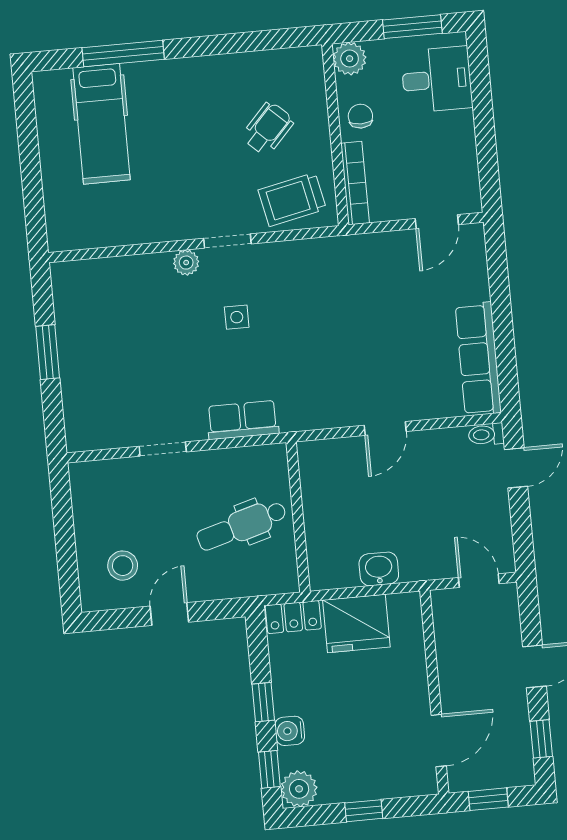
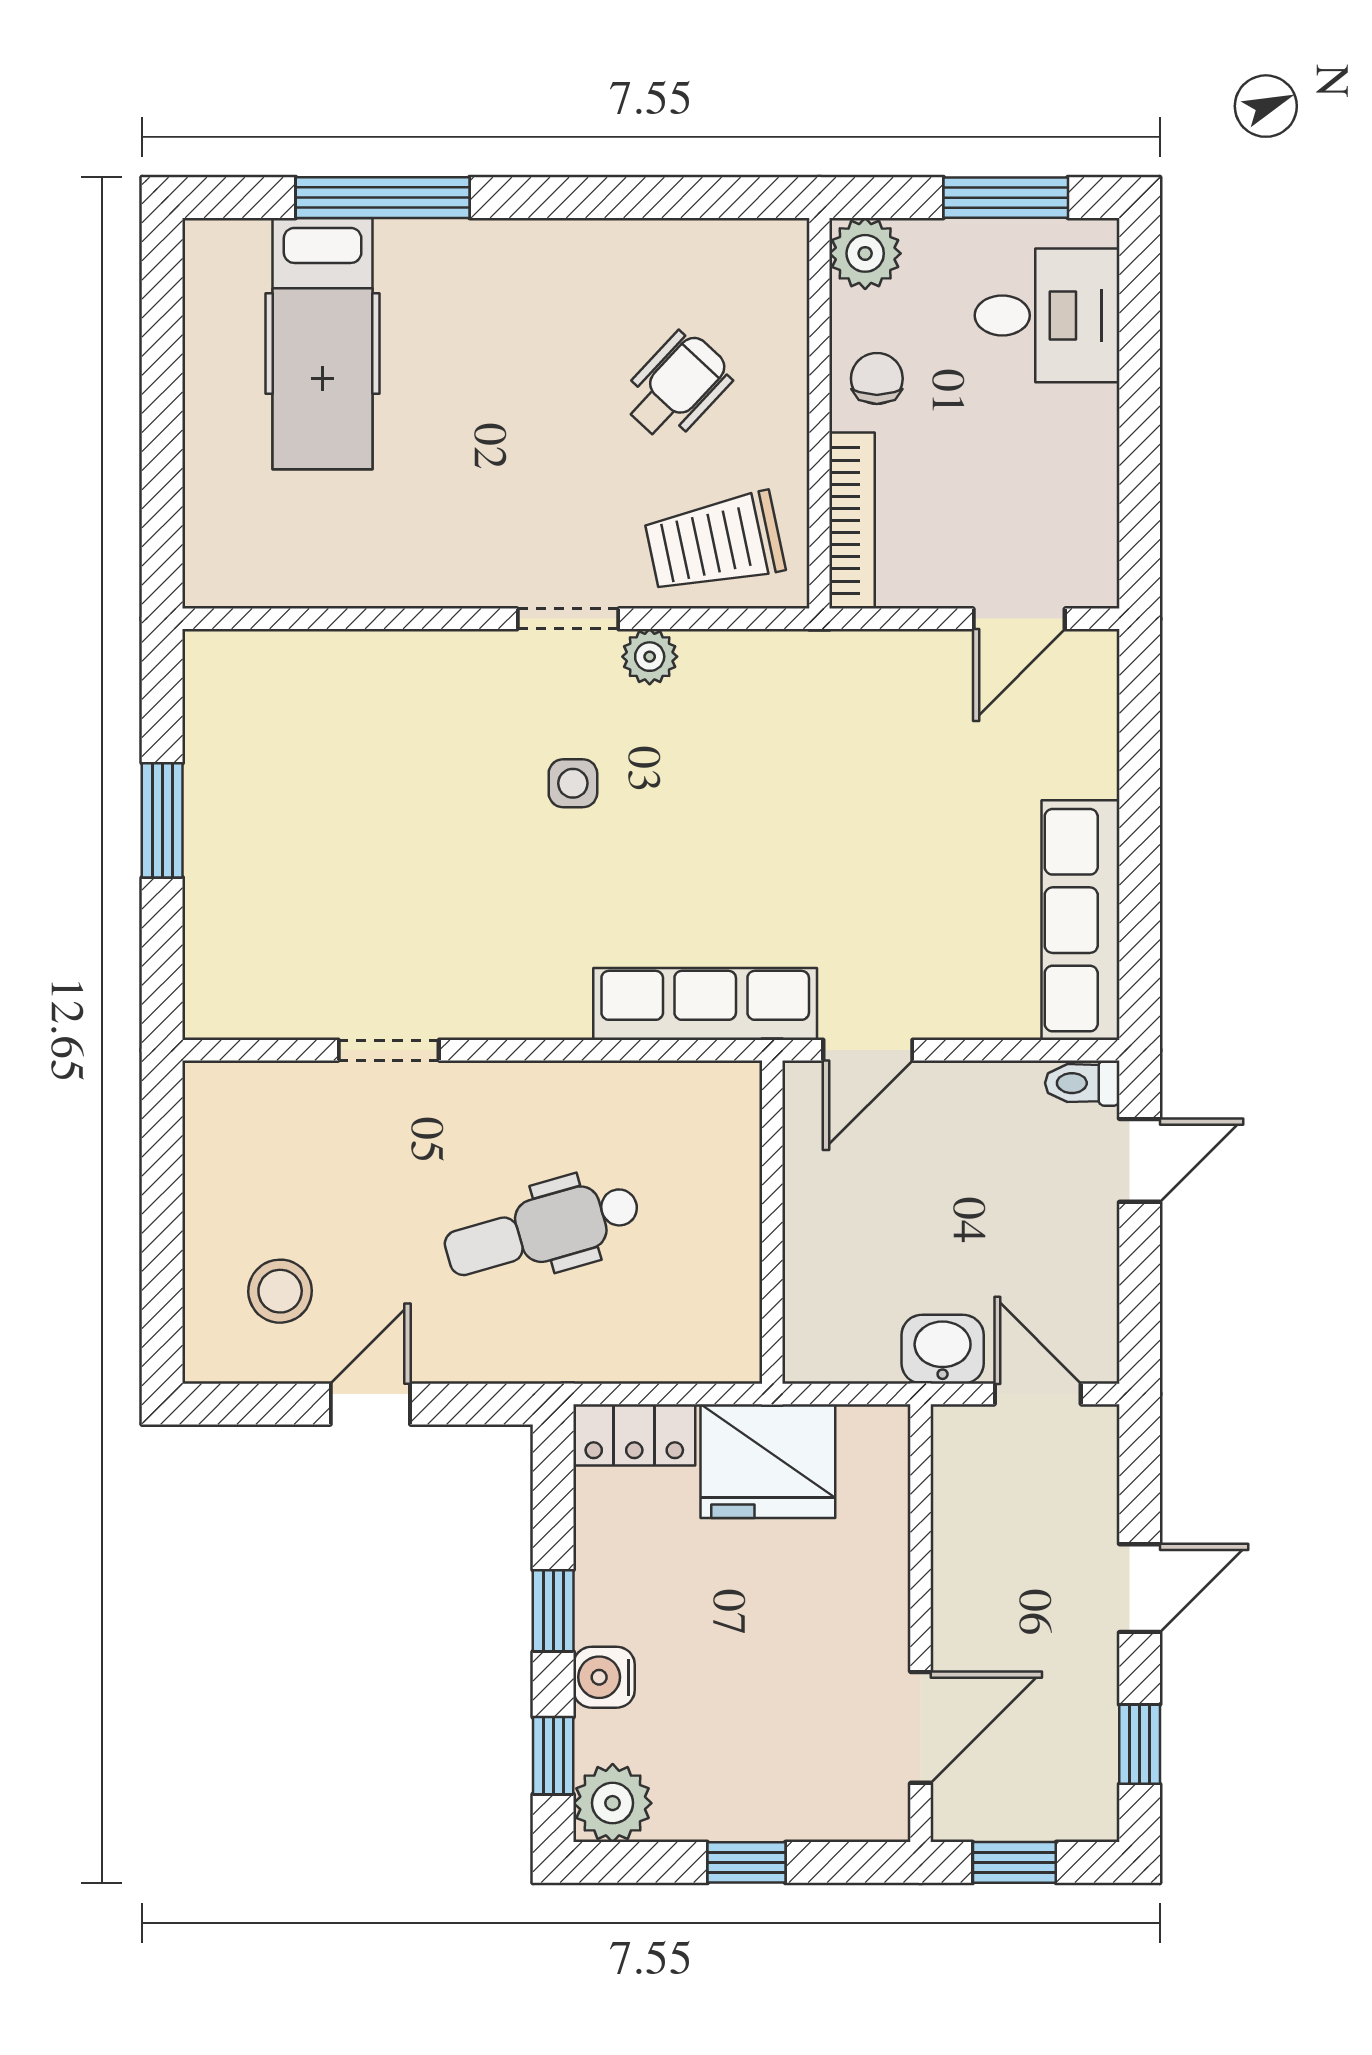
plant: (186, 263) -> (650, 657), moved
row of seats: (243, 420) -> (705, 1004), moved, width x1.48
wall: (298, 517) -> (772, 1222), moved
washbasin: (379, 569) -> (943, 1349), moved

